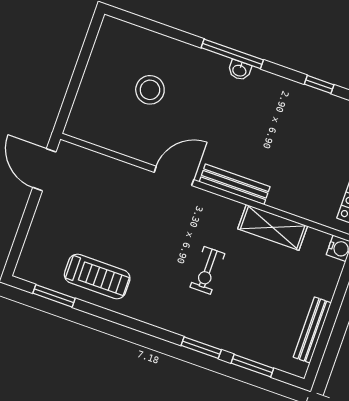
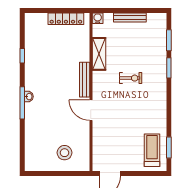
stool: (150, 90) -> (64, 153), moved
treadmill: (97, 277) -> (152, 150), moved
bench: (312, 330) -> (130, 17), moved

